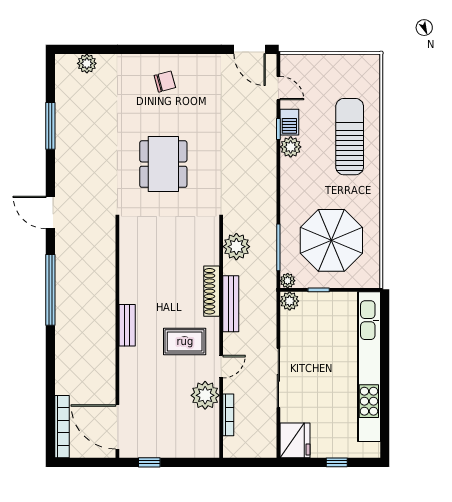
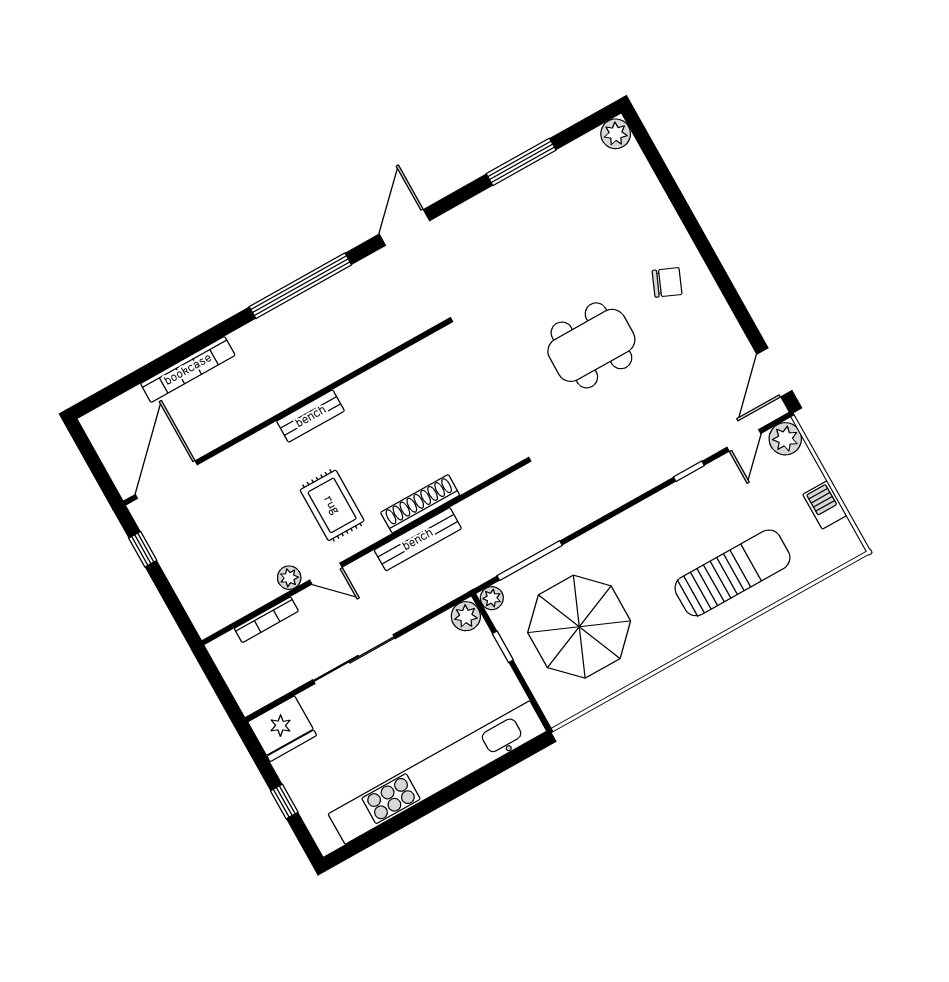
plant: (87, 63) -> (616, 134), moved
chair: (165, 82) -> (667, 282), turned -52
barbecue: (289, 122) -> (825, 505), moved, turned 90
plant: (291, 147) -> (785, 439), moved
dining table: (163, 164) -> (591, 345), moved
plant: (236, 247) -> (499, 503), removed
plant: (205, 395) -> (289, 578), width x0.53, depth x0.53
bookcase: (62, 427) -> (188, 369), moved

